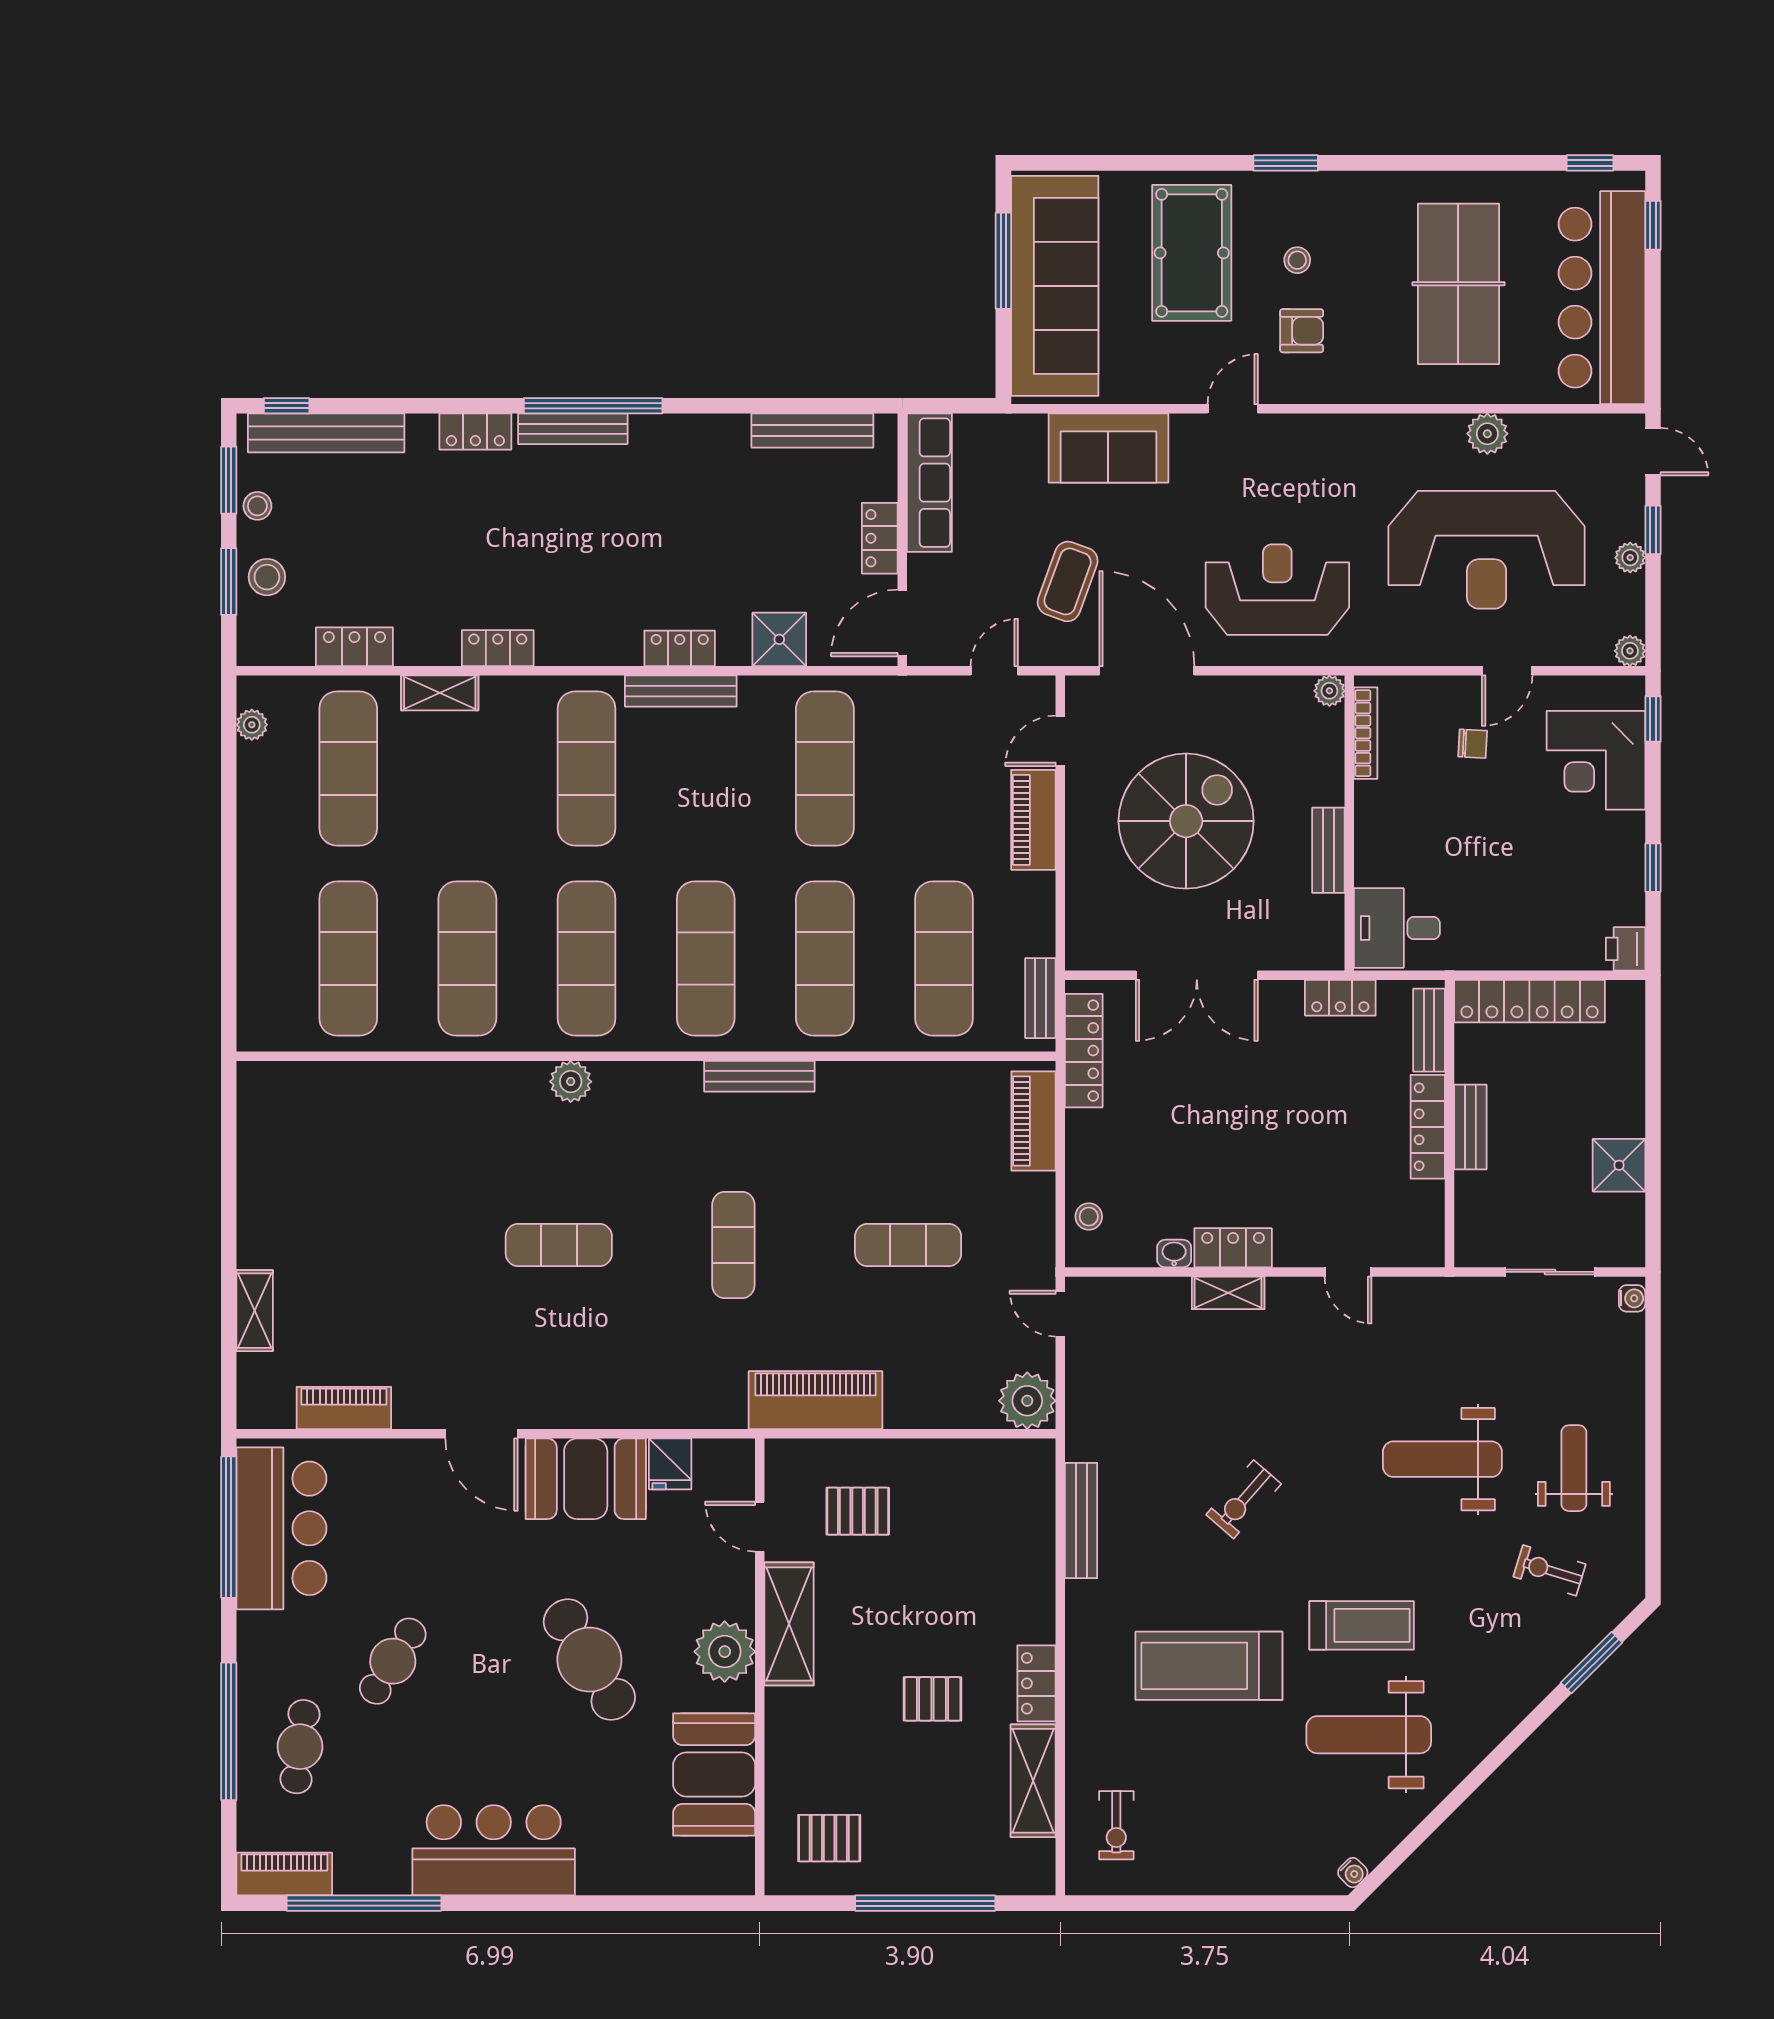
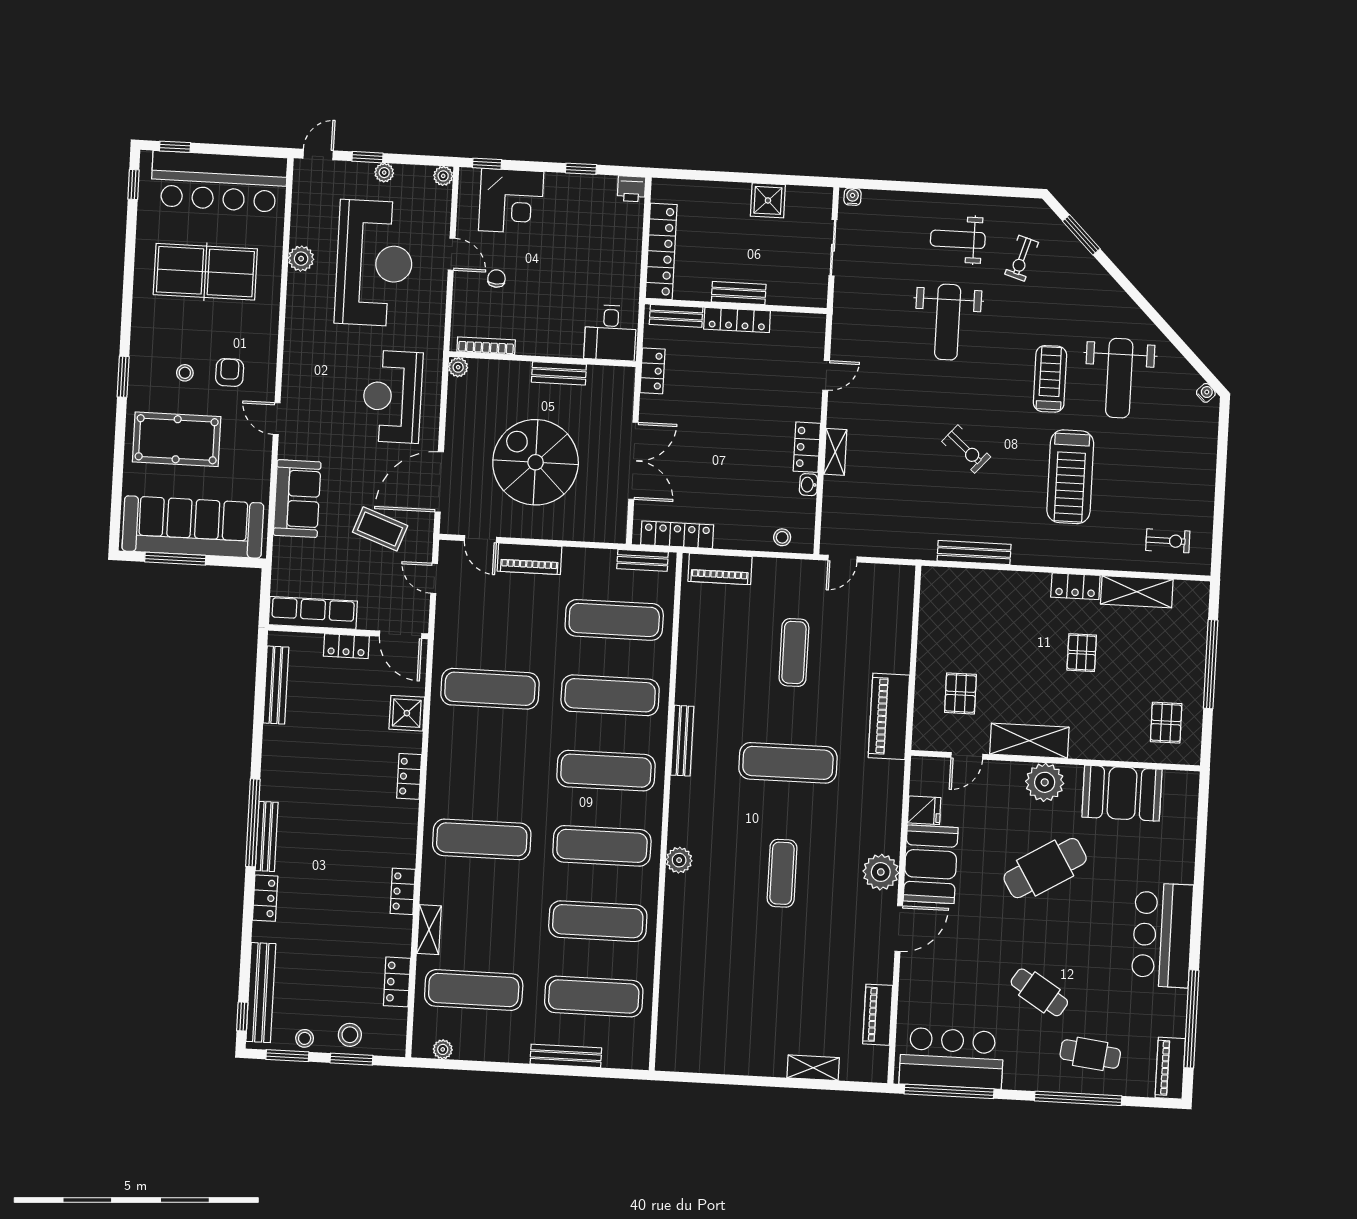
bench: (681, 691) -> (566, 1056), moved, turned 90
exercise mat: (733, 1245) -> (788, 763), width x1.36, depth x1.45
plant: (1027, 1401) -> (881, 872), moved

